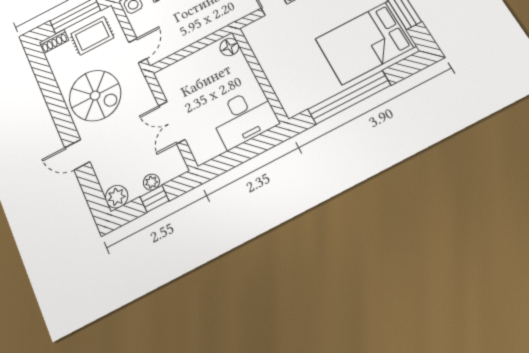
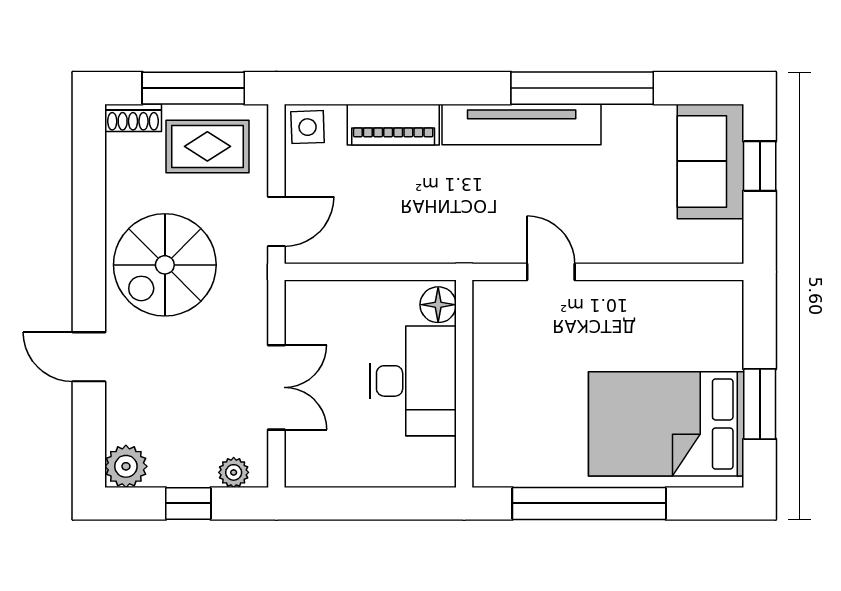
spiral stairs: (95, 96) -> (165, 265), turned 90
desk: (244, 118) -> (413, 381), moved, turned -90
double door: (172, 123) -> (276, 387), swing flipped
plant: (151, 182) -> (234, 472), moved

